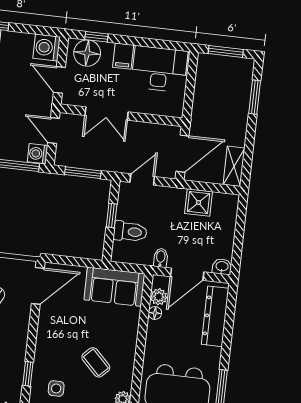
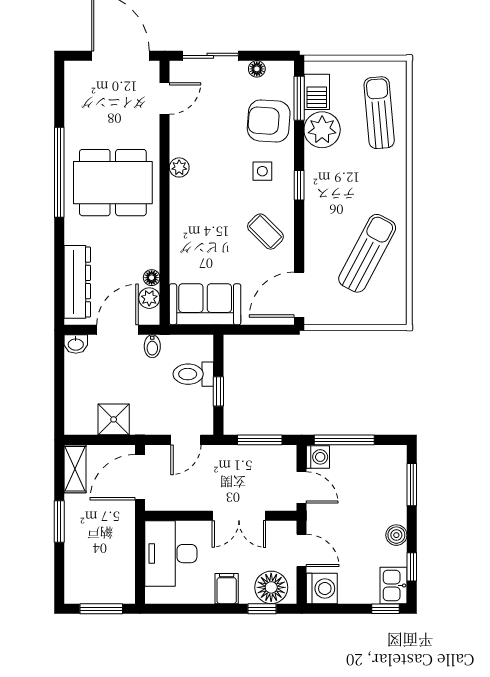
desk: (159, 69) -> (171, 554), moved, turned 90
window: (255, 97) -> (59, 521), moved
double door: (107, 114) -> (239, 516), swing flipped
coffee table: (96, 362) -> (265, 232), moved

